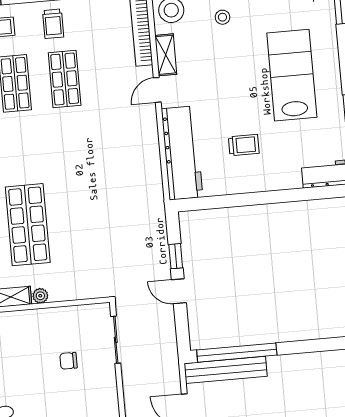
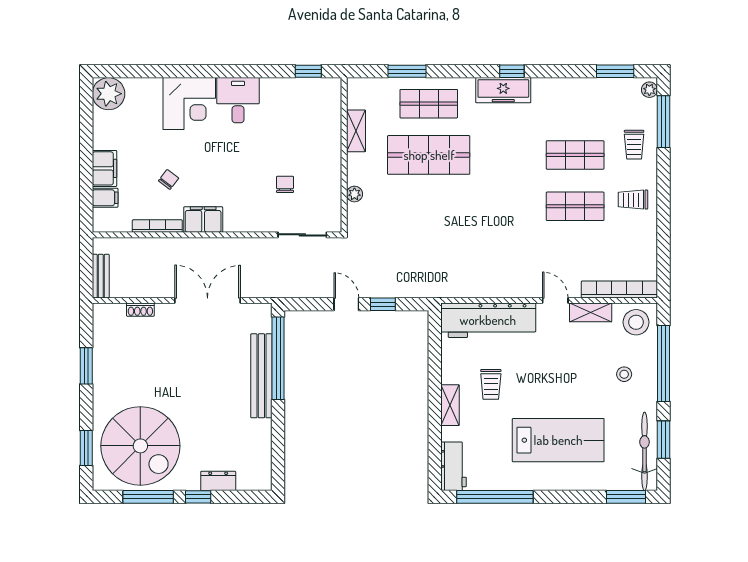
shelving: (267, 183) -> (450, 405), added
door: (179, 291) -> (346, 304), hinge flipped
plant: (40, 296) -> (354, 194), moved
bench: (226, 370) -> (261, 376), moved

